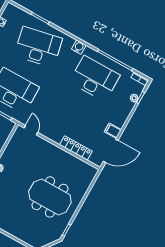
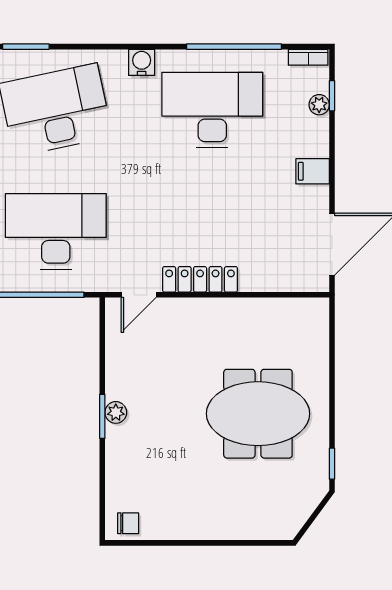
door: (31, 130) -> (139, 295), swing flipped
filing cabinet: (113, 131) -> (313, 171), moved
locker: (76, 148) -> (200, 279), moved

